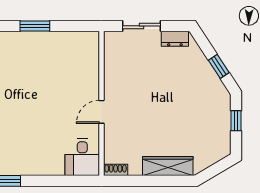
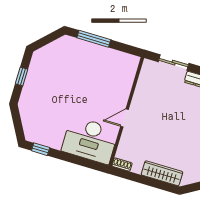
window: (35, 26) -> (94, 39), width x1.44
desk: (82, 157) -> (90, 140), width x1.87, depth x1.30

